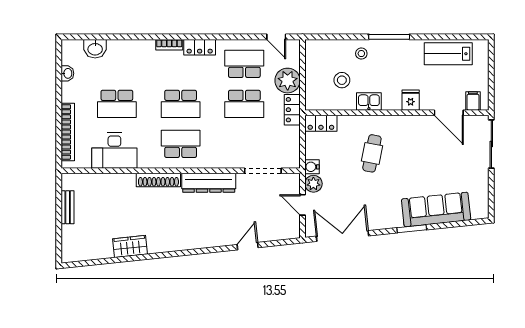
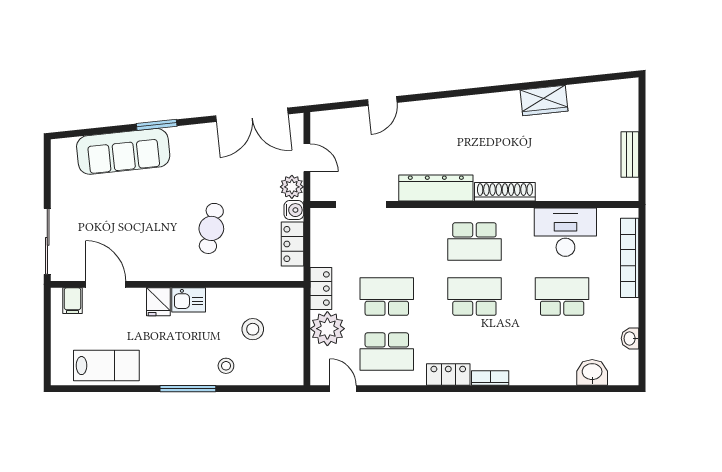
kitchen sink: (369, 101) -> (189, 300), moved
locker: (321, 123) -> (292, 244), moved, turned -90

